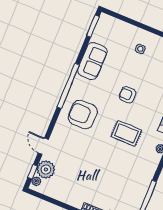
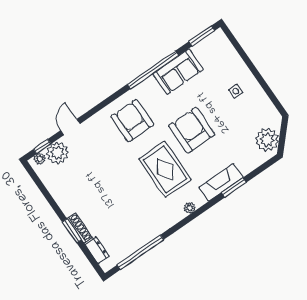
window: (68, 86) -> (153, 70), moved
armchair: (128, 95) -> (192, 130), width x1.88, depth x1.88
rug: (126, 133) -> (165, 169), width x1.36, depth x1.43

